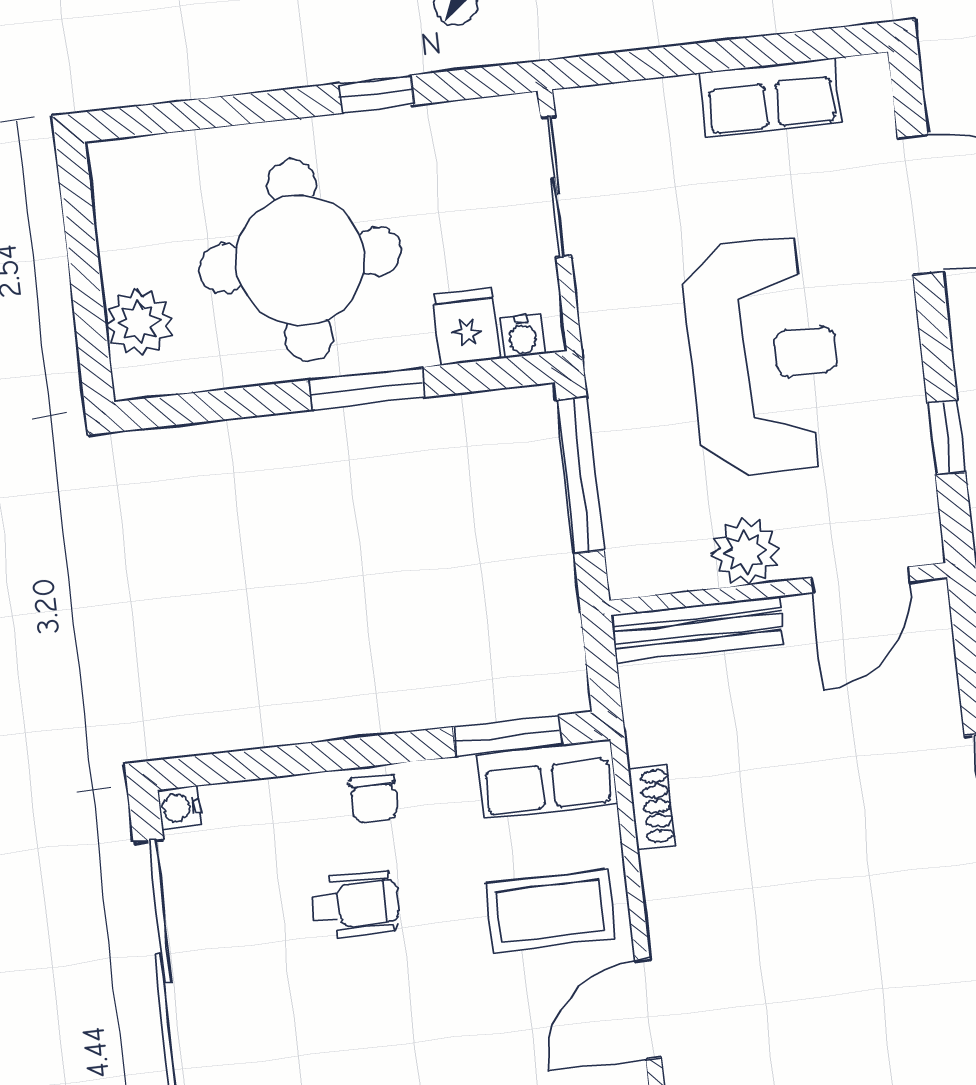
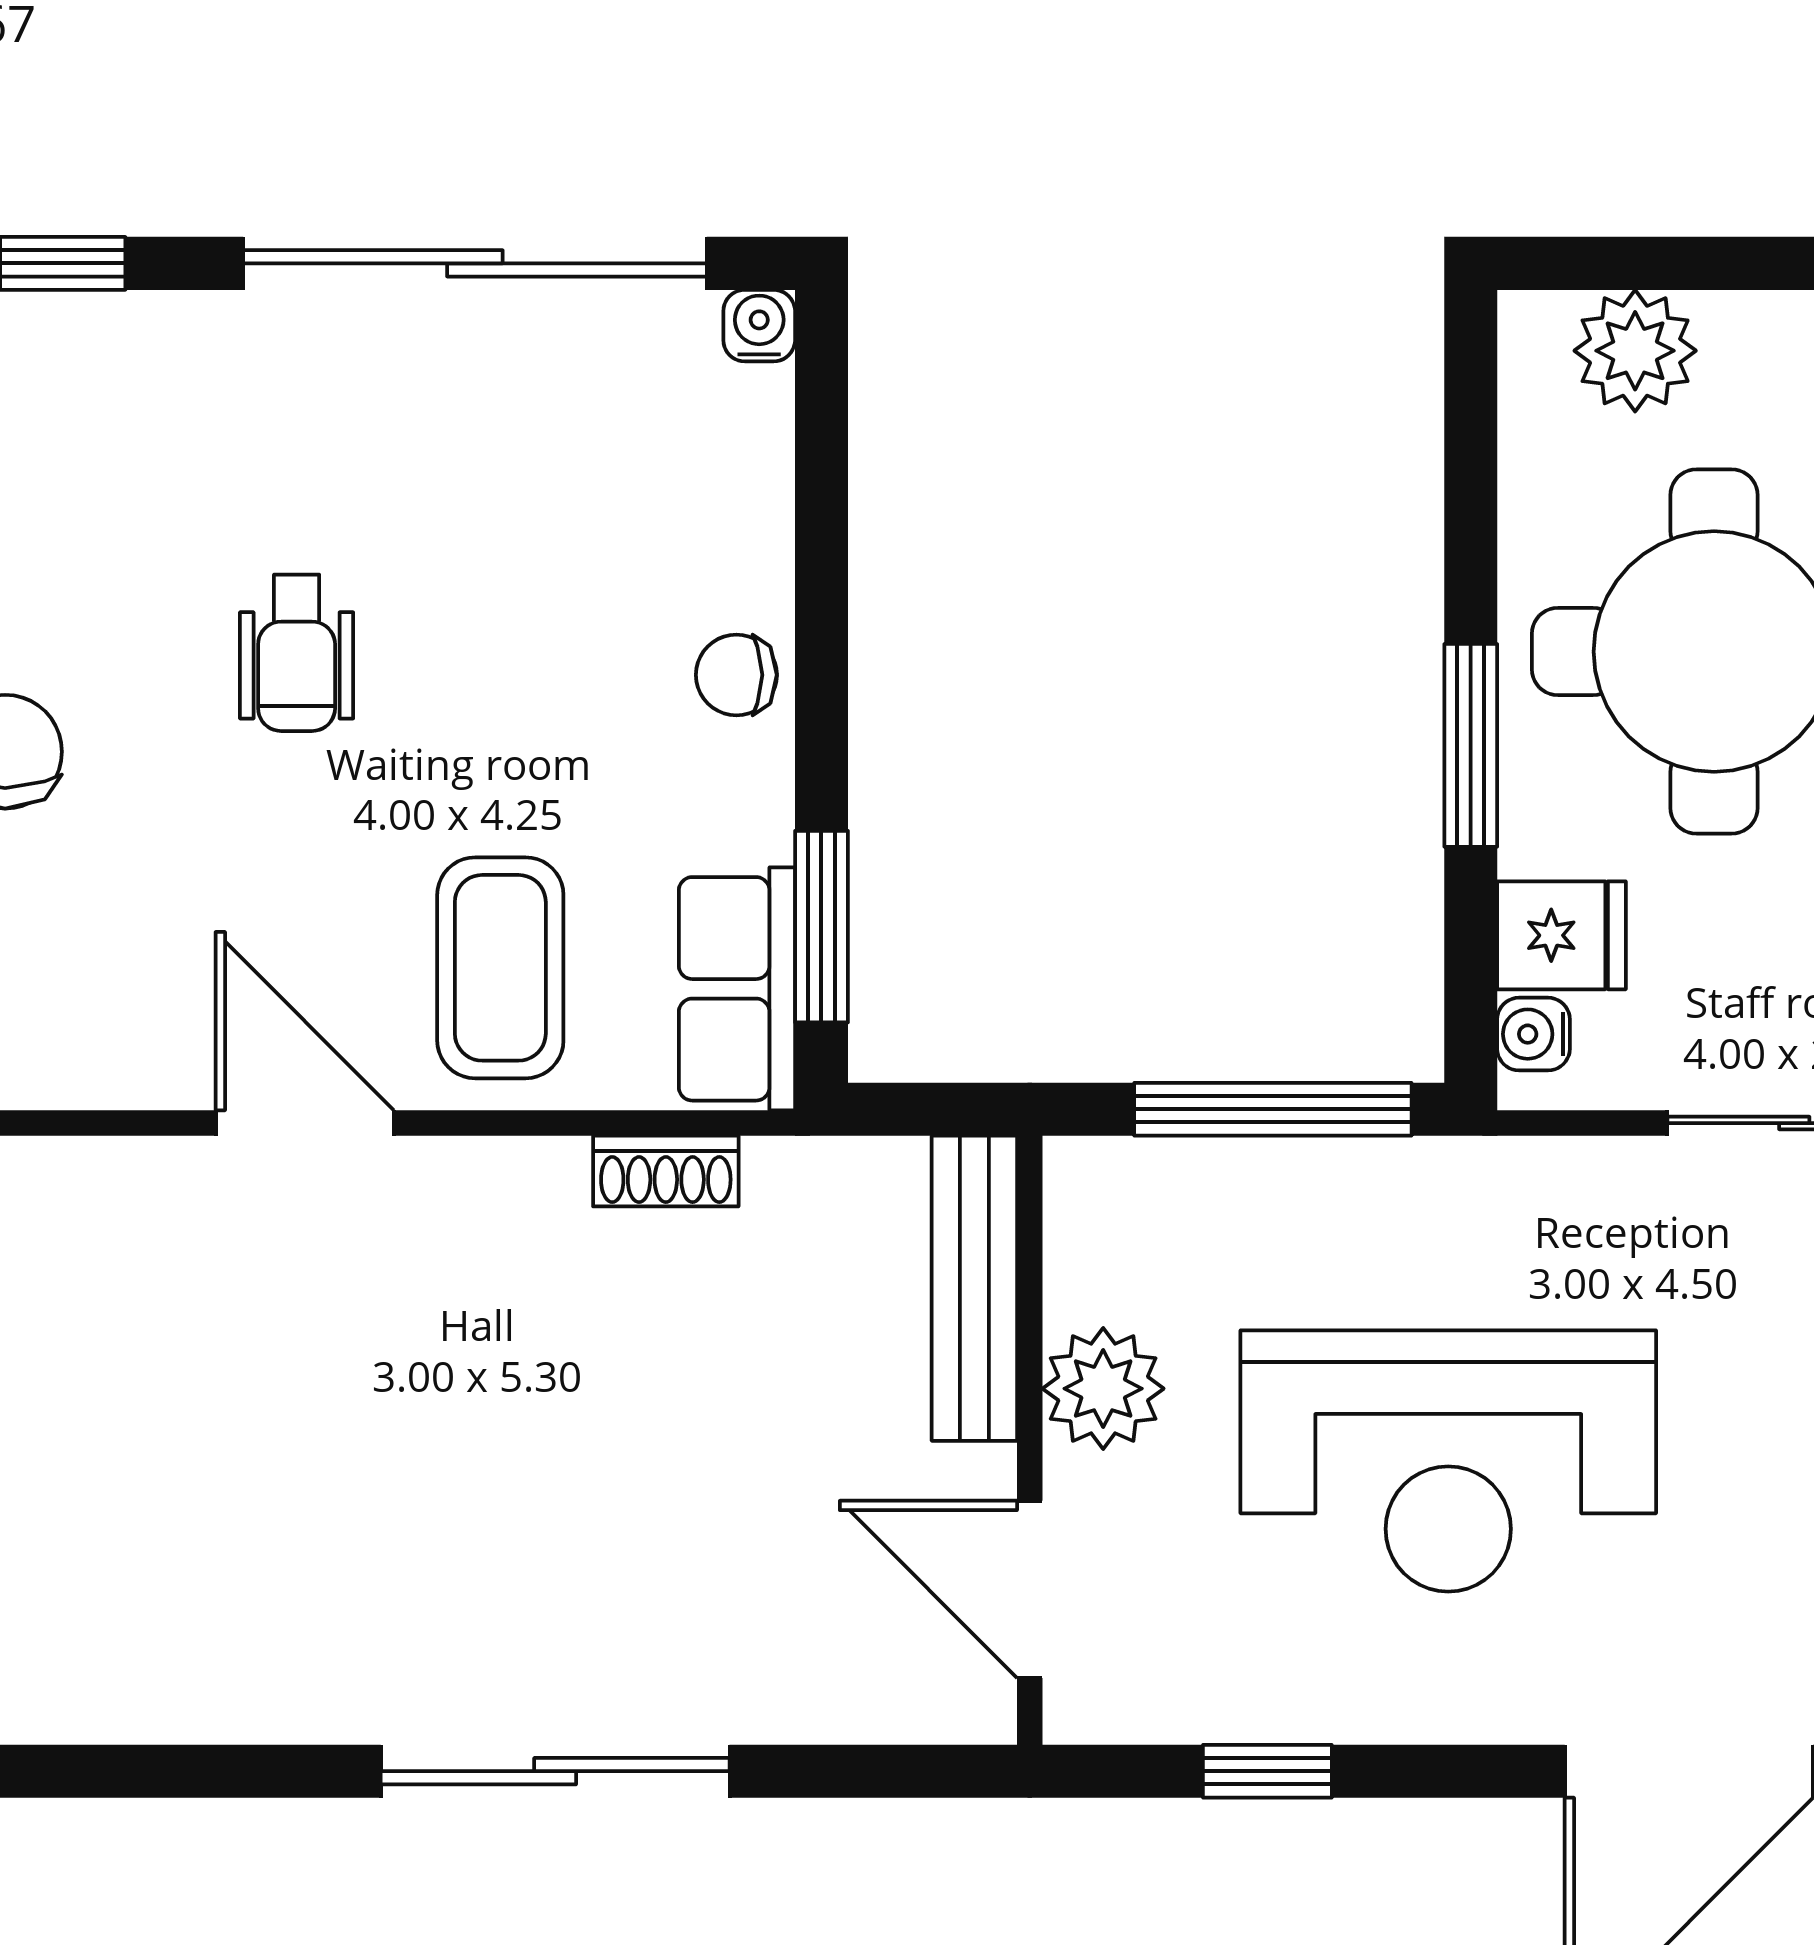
wheelchair: (355, 904) -> (297, 653), moved

